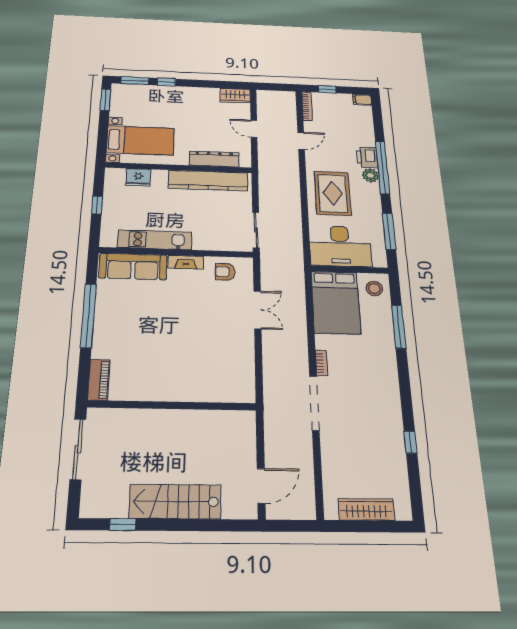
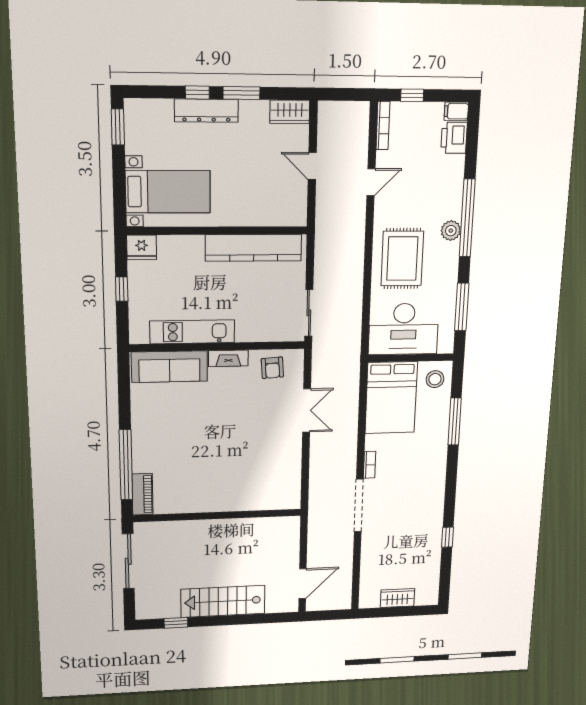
window: (135, 81) -> (241, 93), moved
printer: (367, 157) -> (454, 138), moved
dresser: (214, 159) -> (206, 111), moved, turned 180
fridge: (138, 177) -> (142, 247), moved
armchair: (225, 272) -> (272, 368), turned -94
window: (88, 315) -> (126, 465), moved
wardrobe: (366, 509) -> (398, 598), width x0.67

